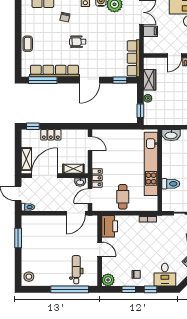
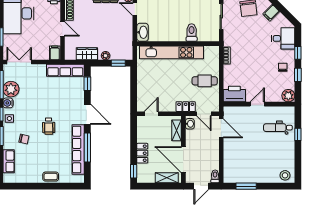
filing cabinet: (150, 31) -> (55, 53), moved
window: (43, 80) -> (87, 147), moved
window: (70, 289) -> (298, 134), width x0.32

